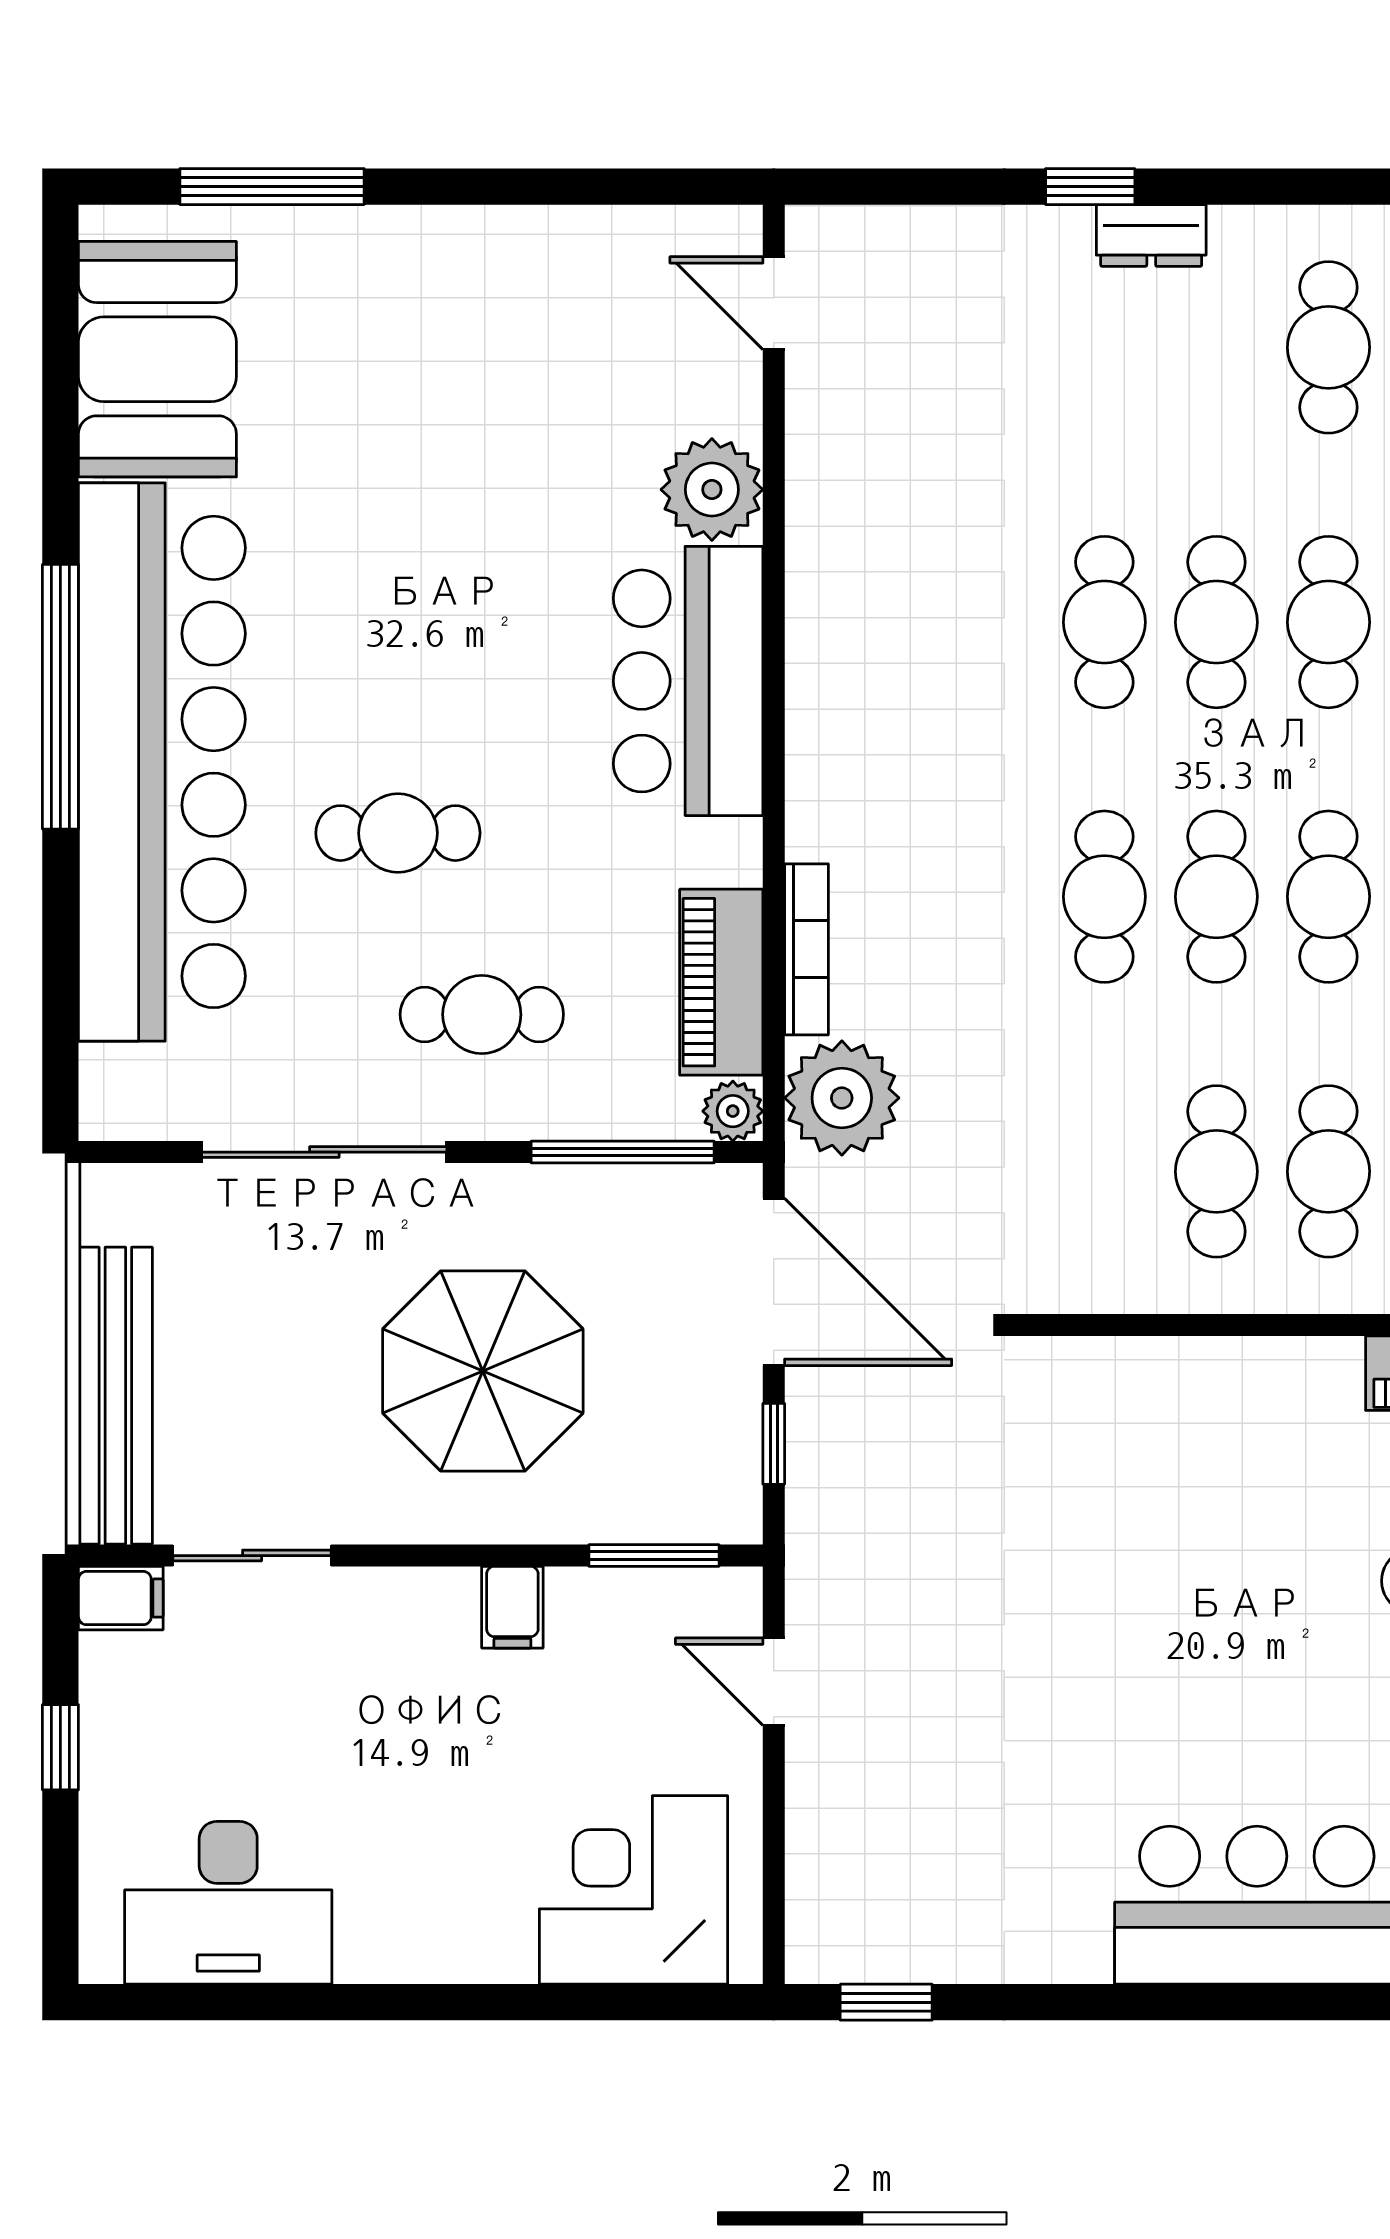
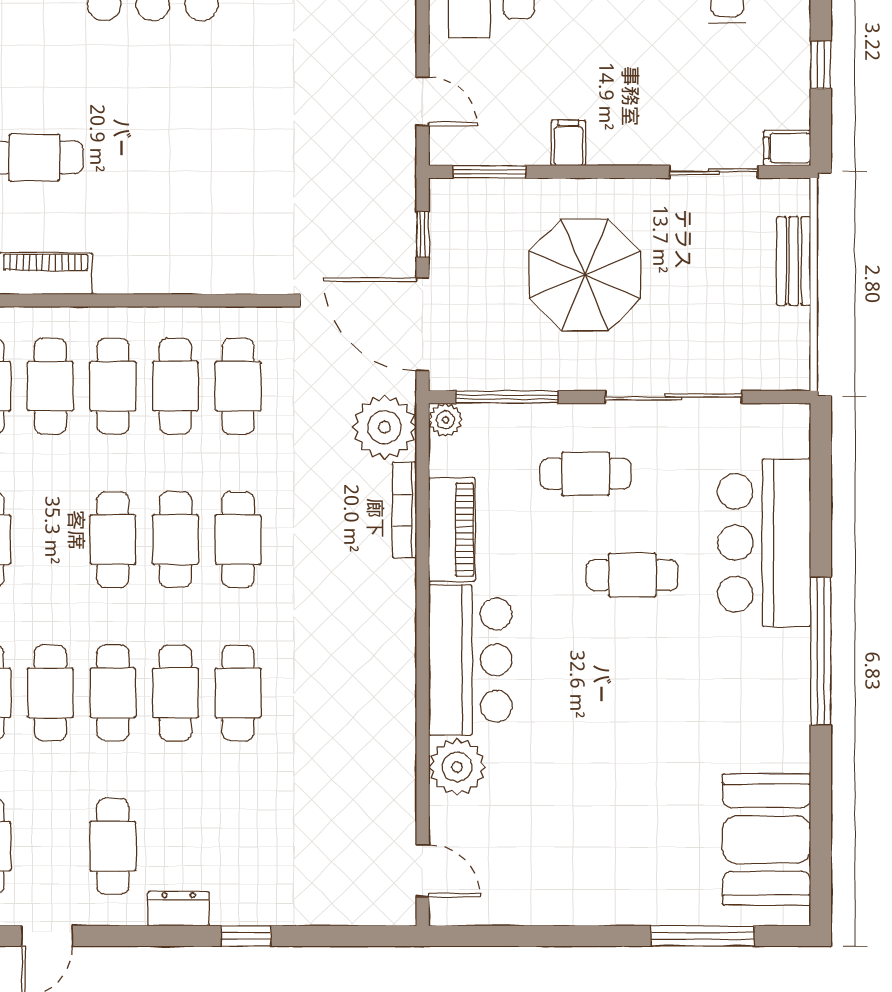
dresser: (1151, 235) -> (179, 909), moved
bar counter: (162, 762) -> (764, 543), width x0.54
piano: (721, 982) -> (452, 530), moved
cafe table: (1104, 1171) -> (238, 386), added
bench: (115, 1396) -> (794, 261), width x0.54, depth x0.82

